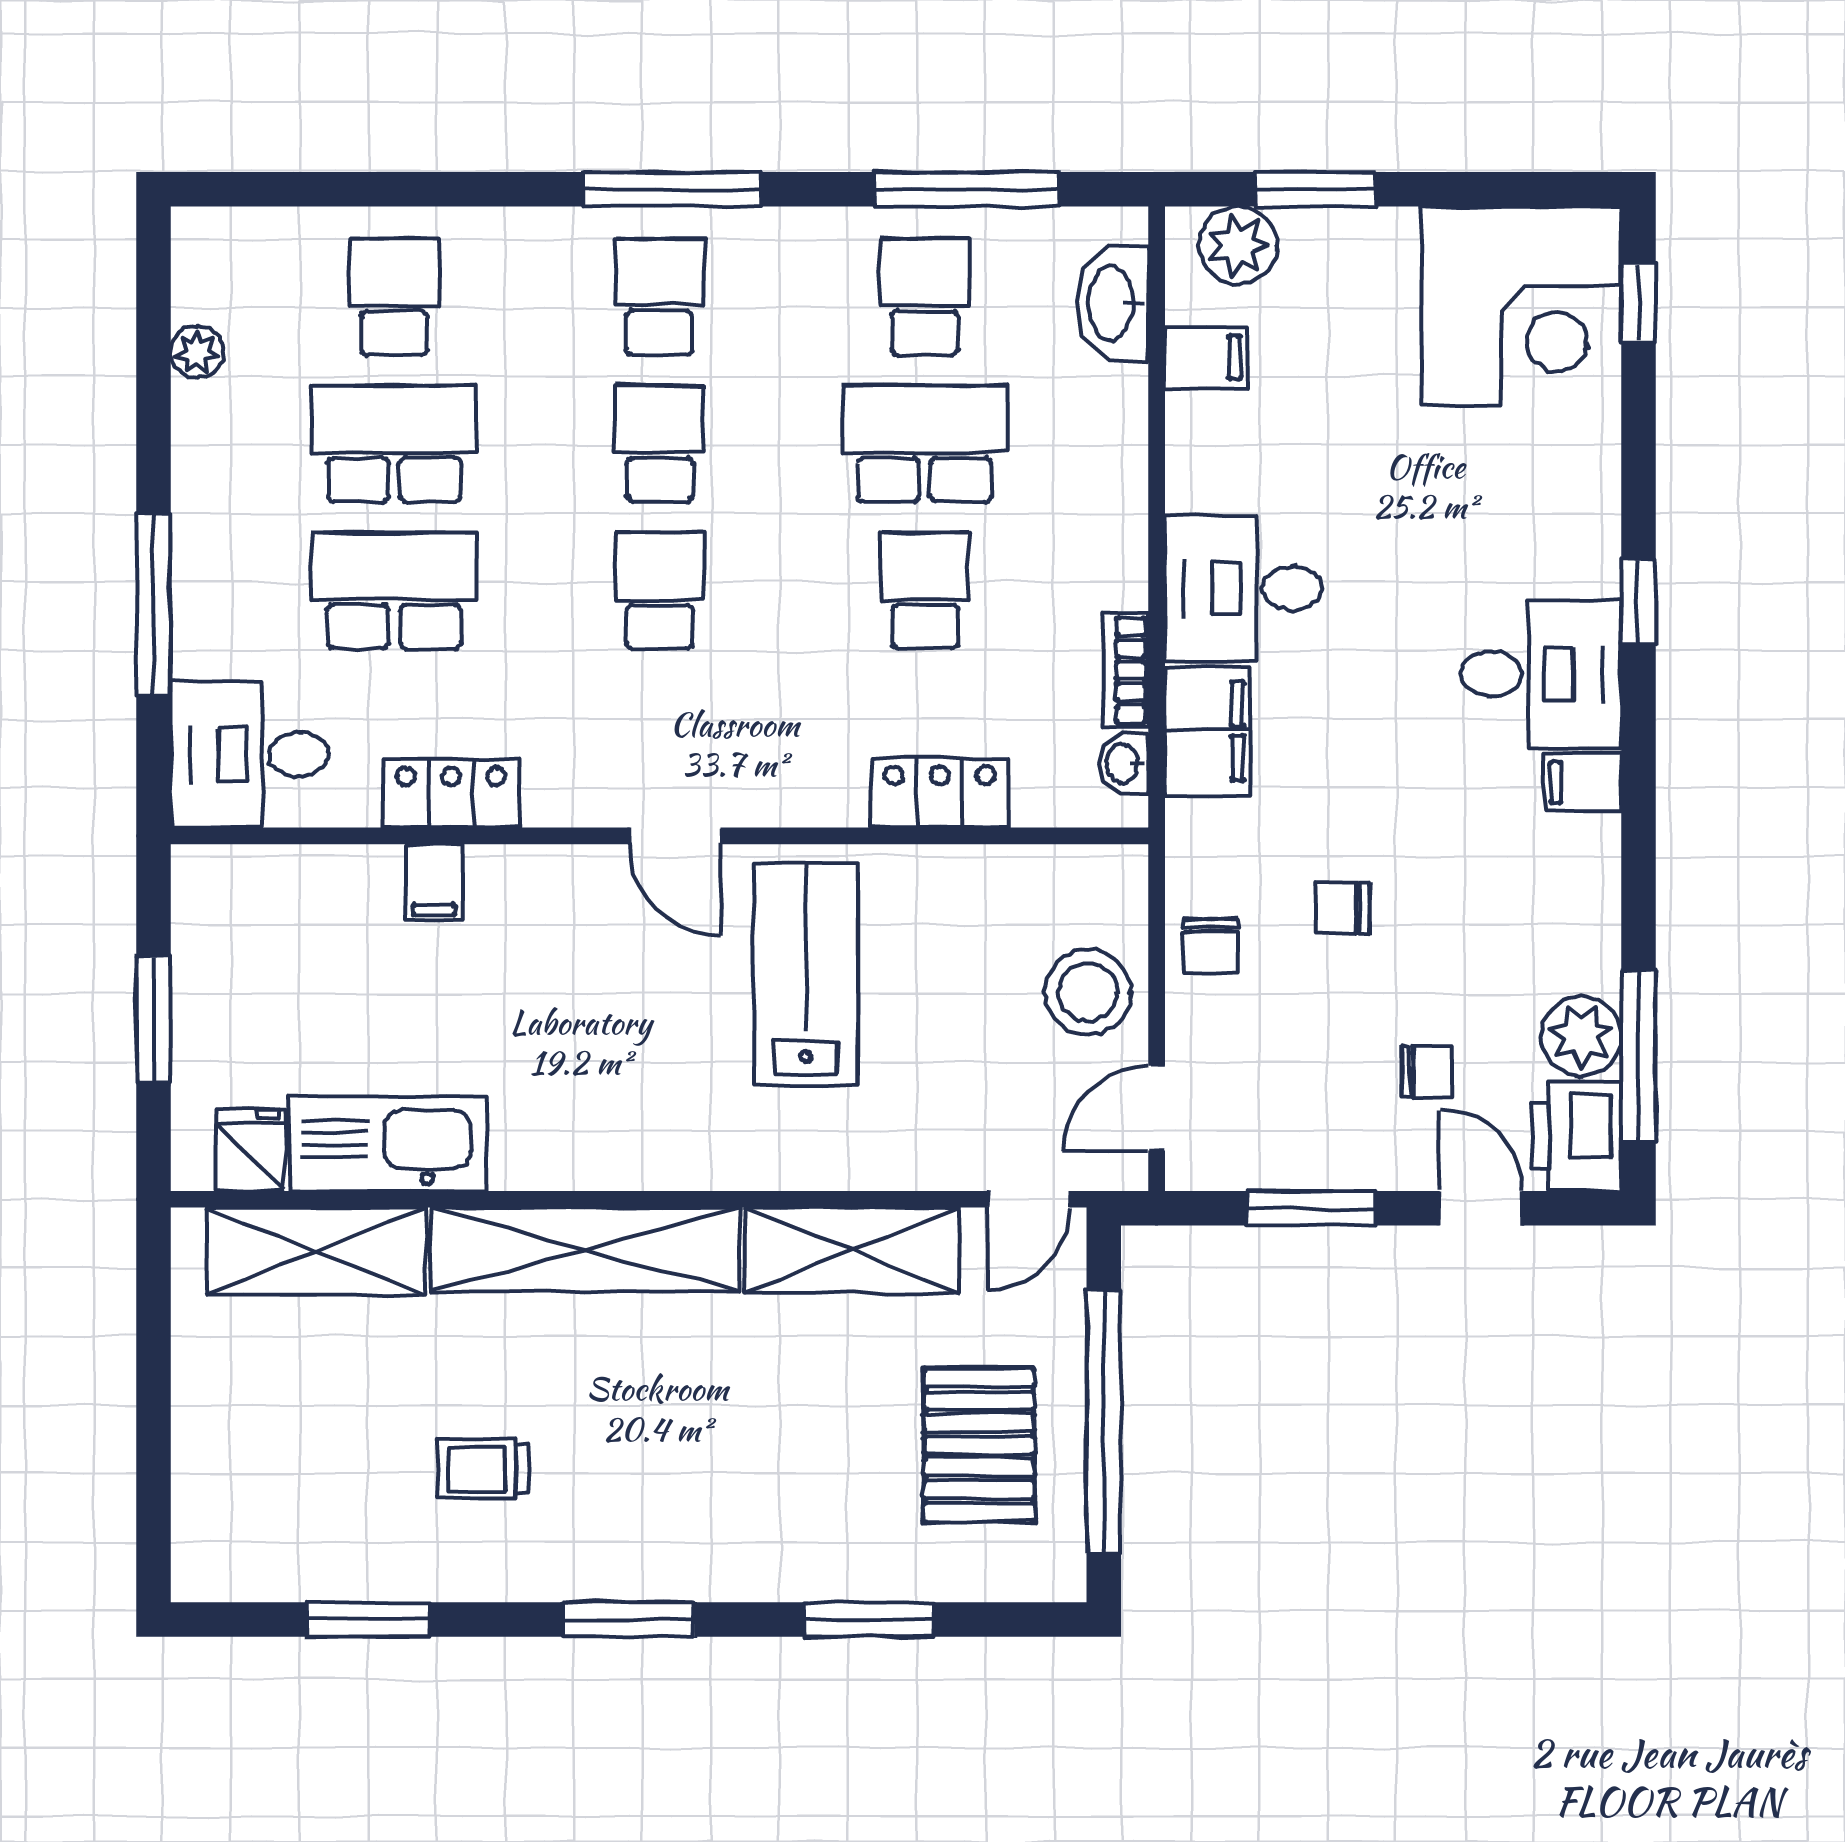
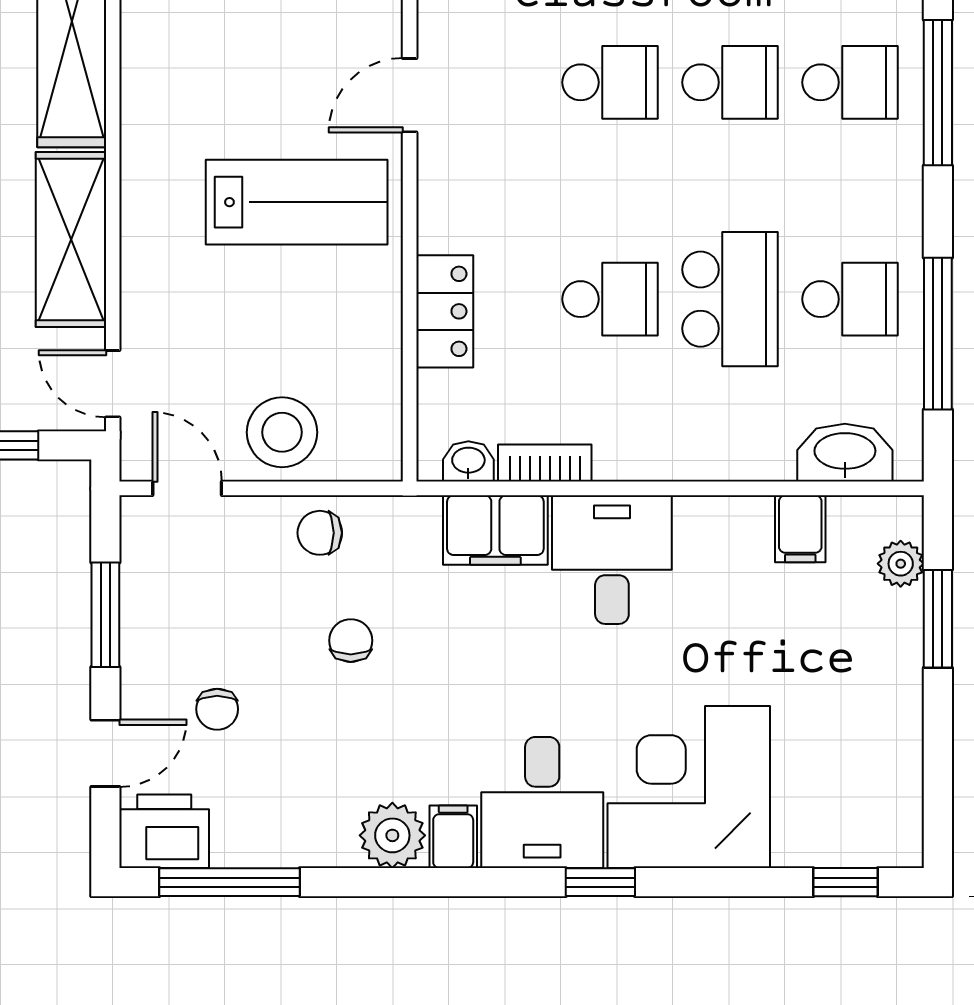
plant: (1238, 245) -> (901, 564), width x0.73, depth x0.73
corner desk: (1521, 306) -> (689, 787), moved, turned 90
plant: (1581, 1036) -> (392, 835), moved

